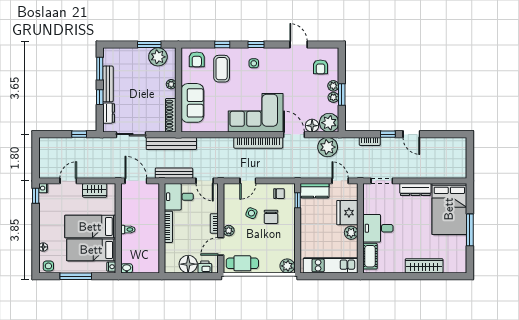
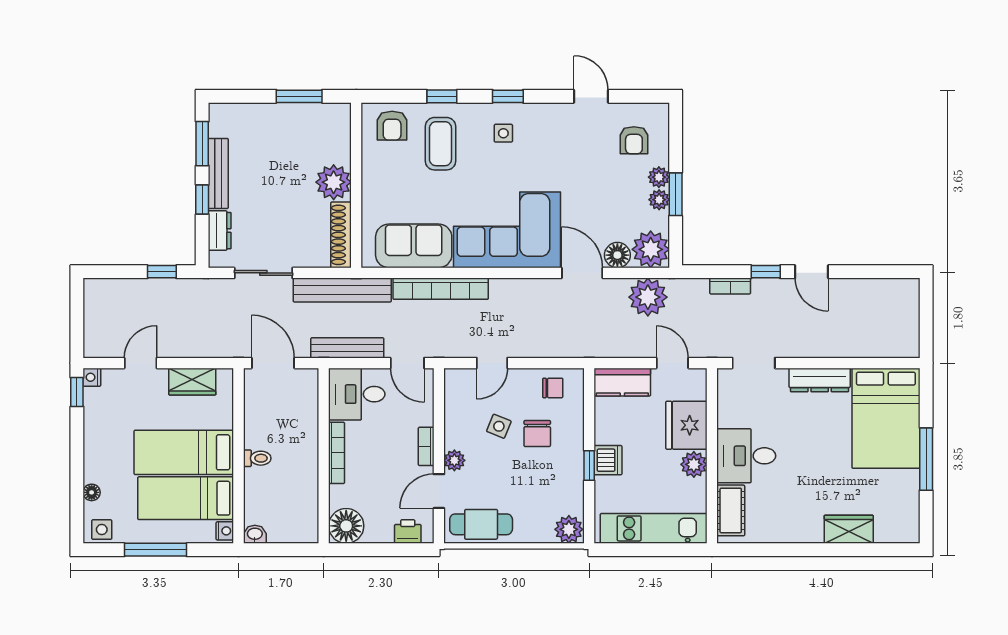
plant: (158, 57) -> (316, 121), removed
plant: (171, 84) -> (334, 182), width x1.88, depth x1.88
sofa: (192, 103) -> (414, 246), moved, turned -90
bookcase: (258, 143) -> (441, 289), moved
window: (298, 200) -> (589, 466), moved
dishwasher: (307, 231) -> (608, 460), added
floor lamp: (188, 264) -> (346, 526), moved
wardrobe: (424, 266) -> (849, 529), width x0.67

